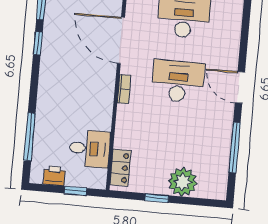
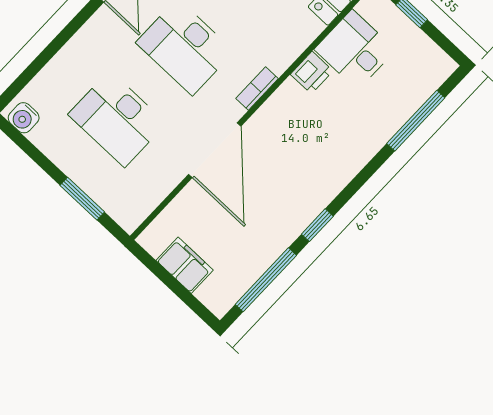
printer: (54, 176) -> (312, 73), moved, turned -90

